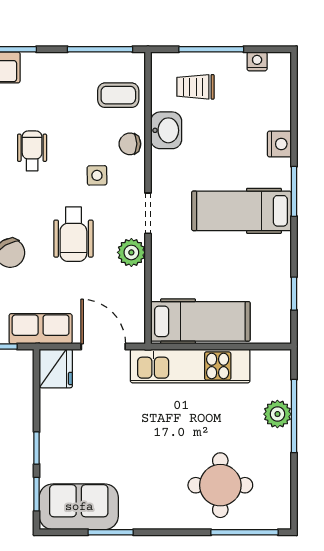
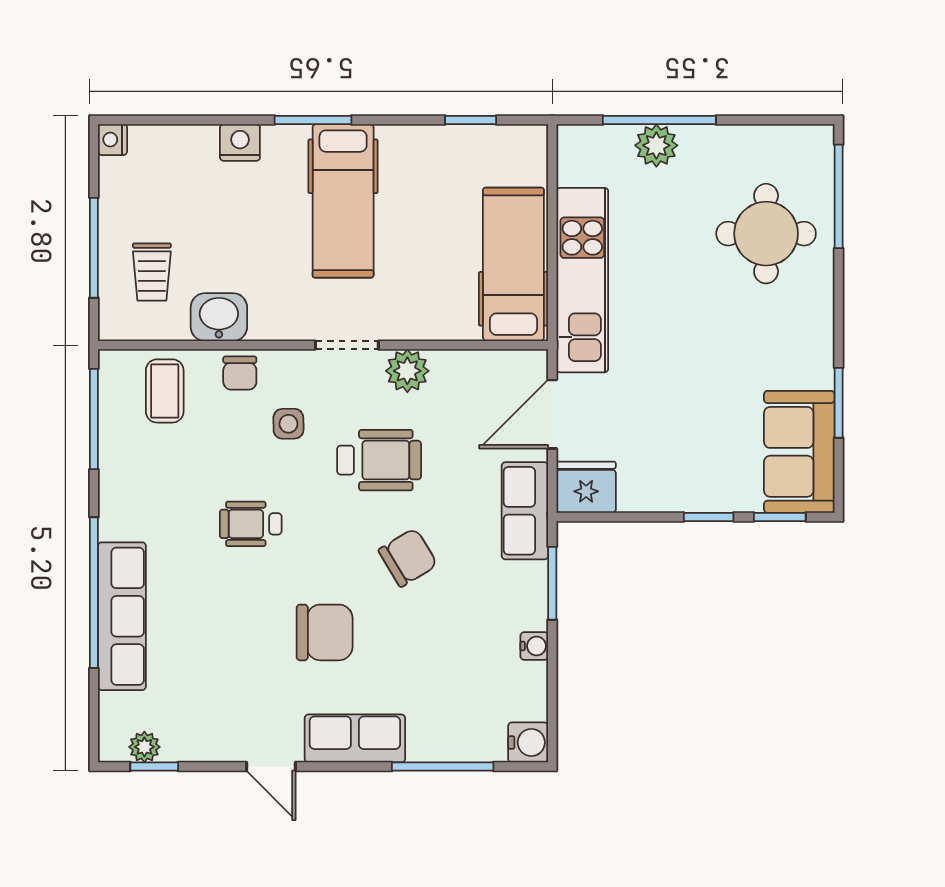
nightstand: (257, 61) -> (113, 140), moved

